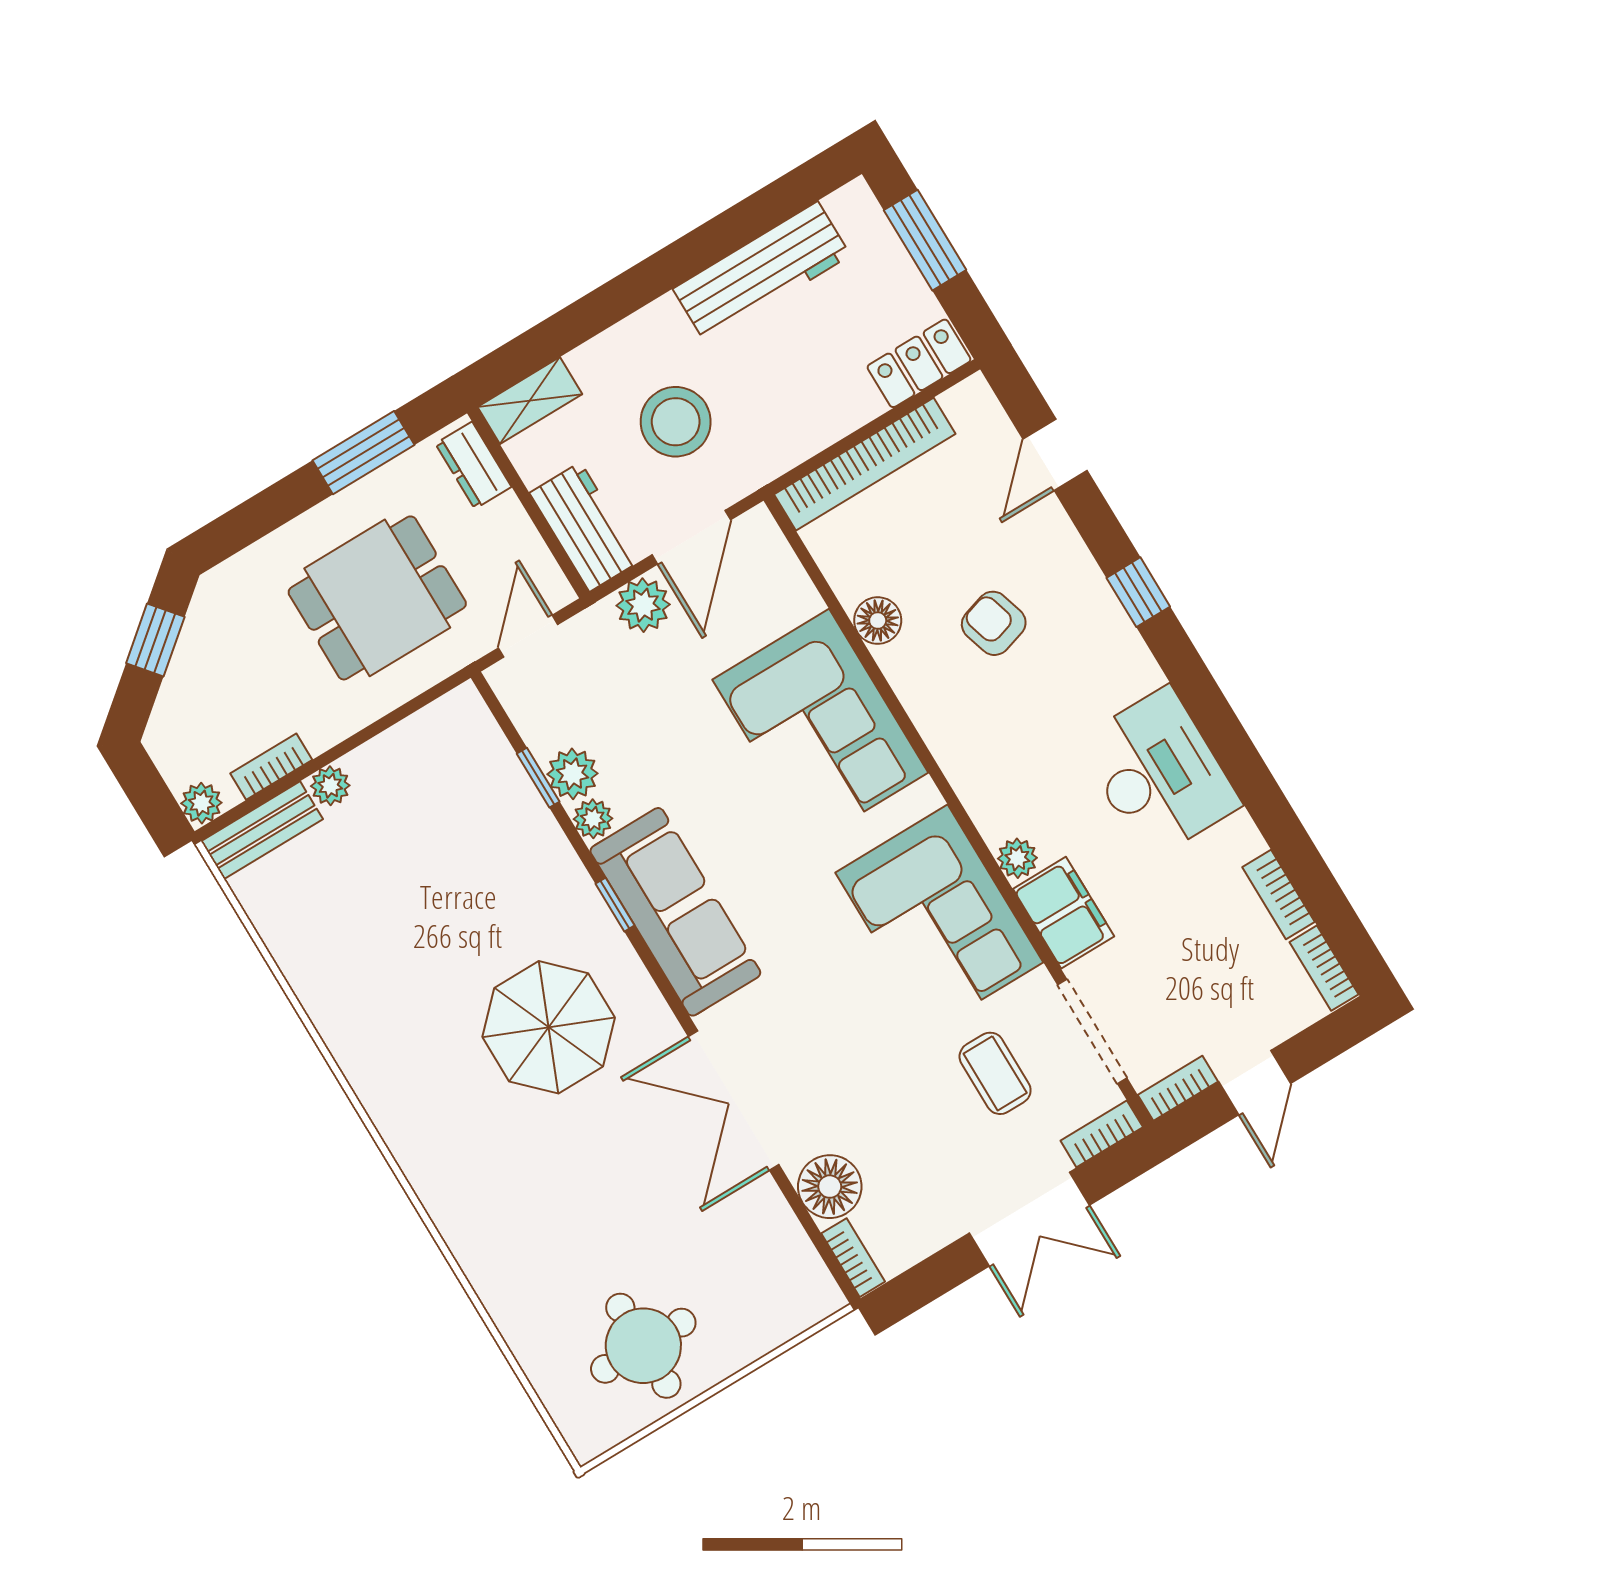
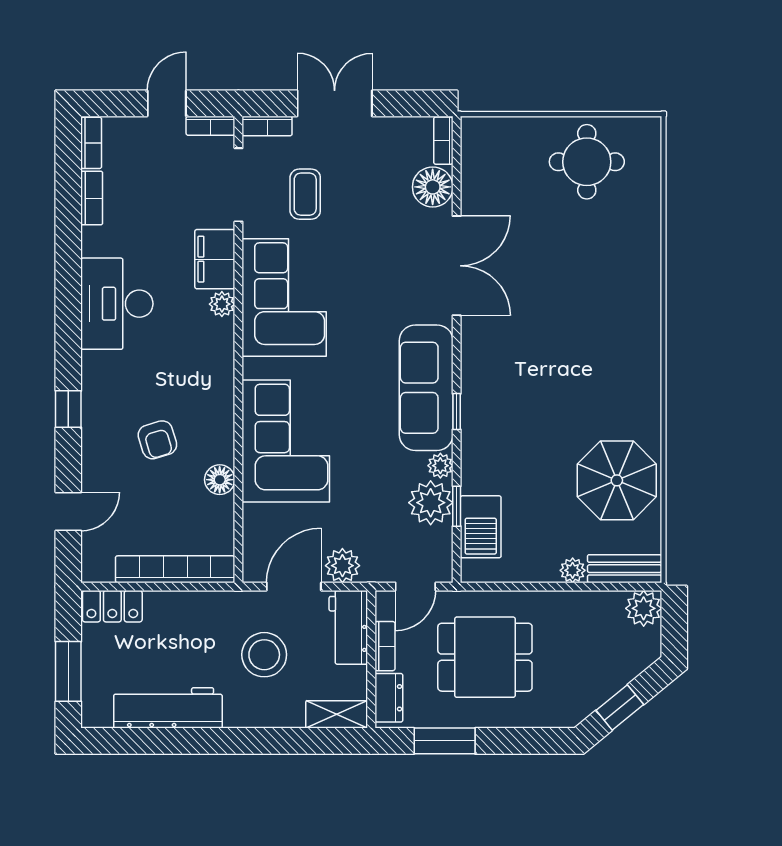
bookcase: (271, 767) -> (385, 646), moved, turned -90
barbecue: (489, 769) -> (481, 527), added
plant: (573, 774) -> (431, 503), width x1.36, depth x1.36
plant: (201, 803) -> (644, 608), width x1.38, depth x1.38
parasol: (549, 1027) -> (617, 480), moved

